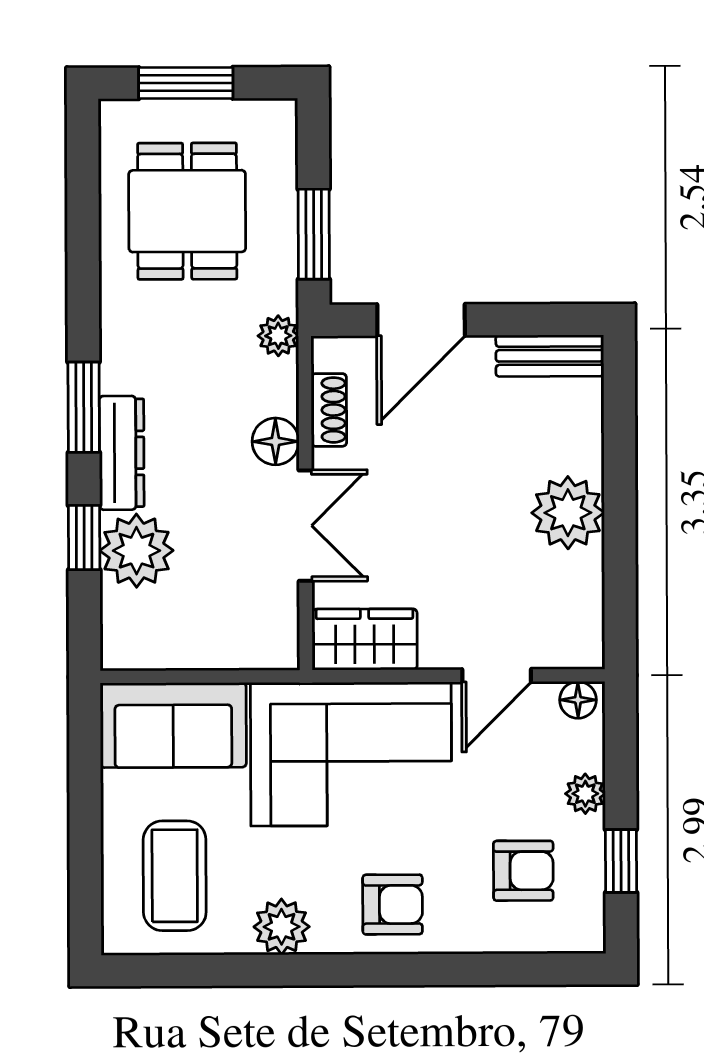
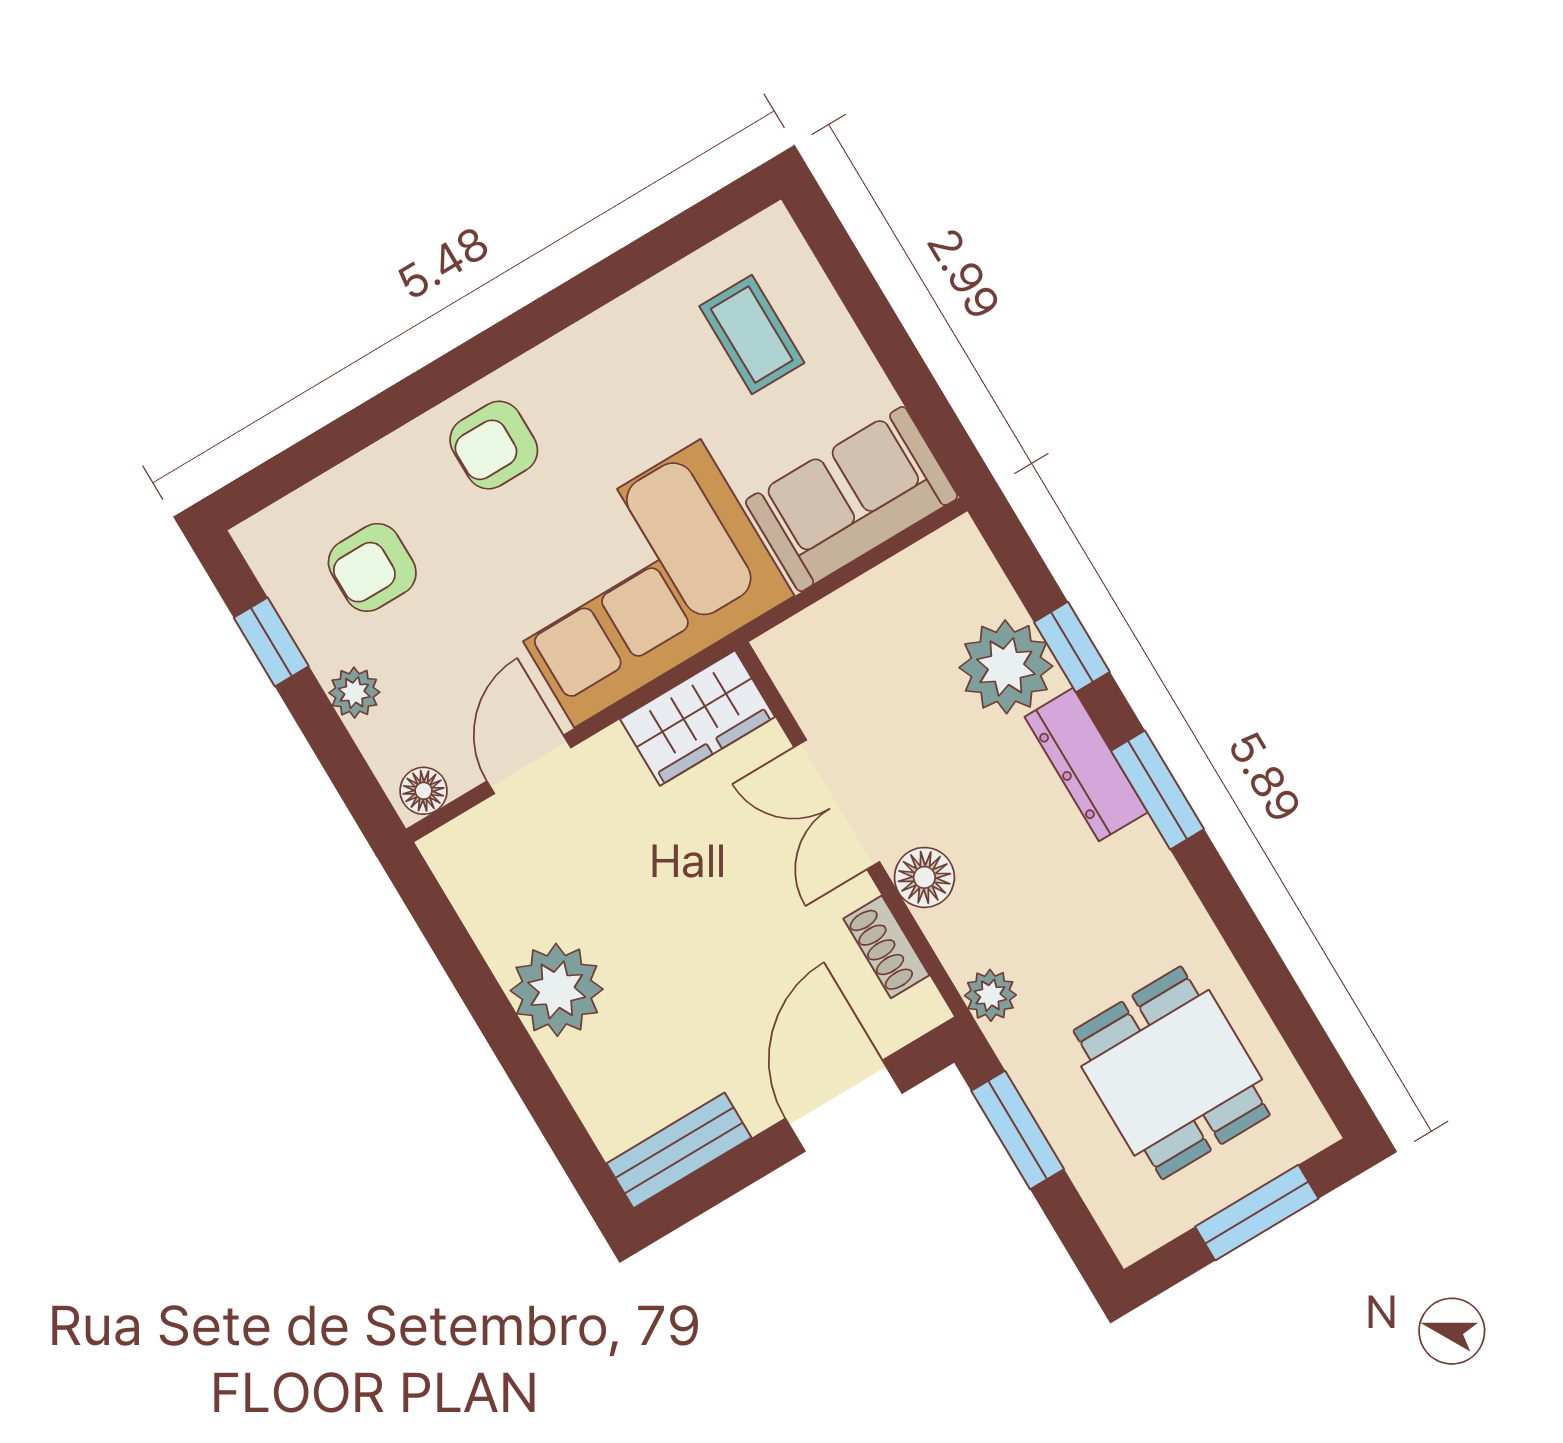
coffee table: (175, 876) -> (752, 335), width x0.73, depth x0.77
plant: (282, 927) -> (601, 348), removed

